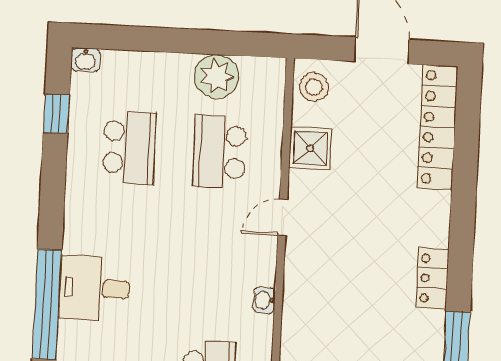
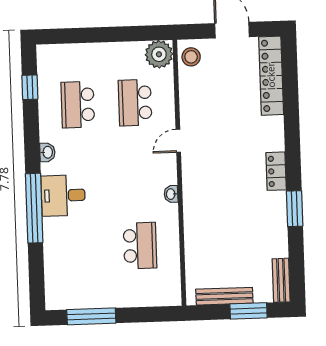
washbasin: (86, 60) -> (47, 152), moved, turned -90
plant: (217, 76) -> (159, 54), moved
school desk: (129, 147) -> (78, 105), turned 180
shower: (310, 148) -> (192, 96), removed

